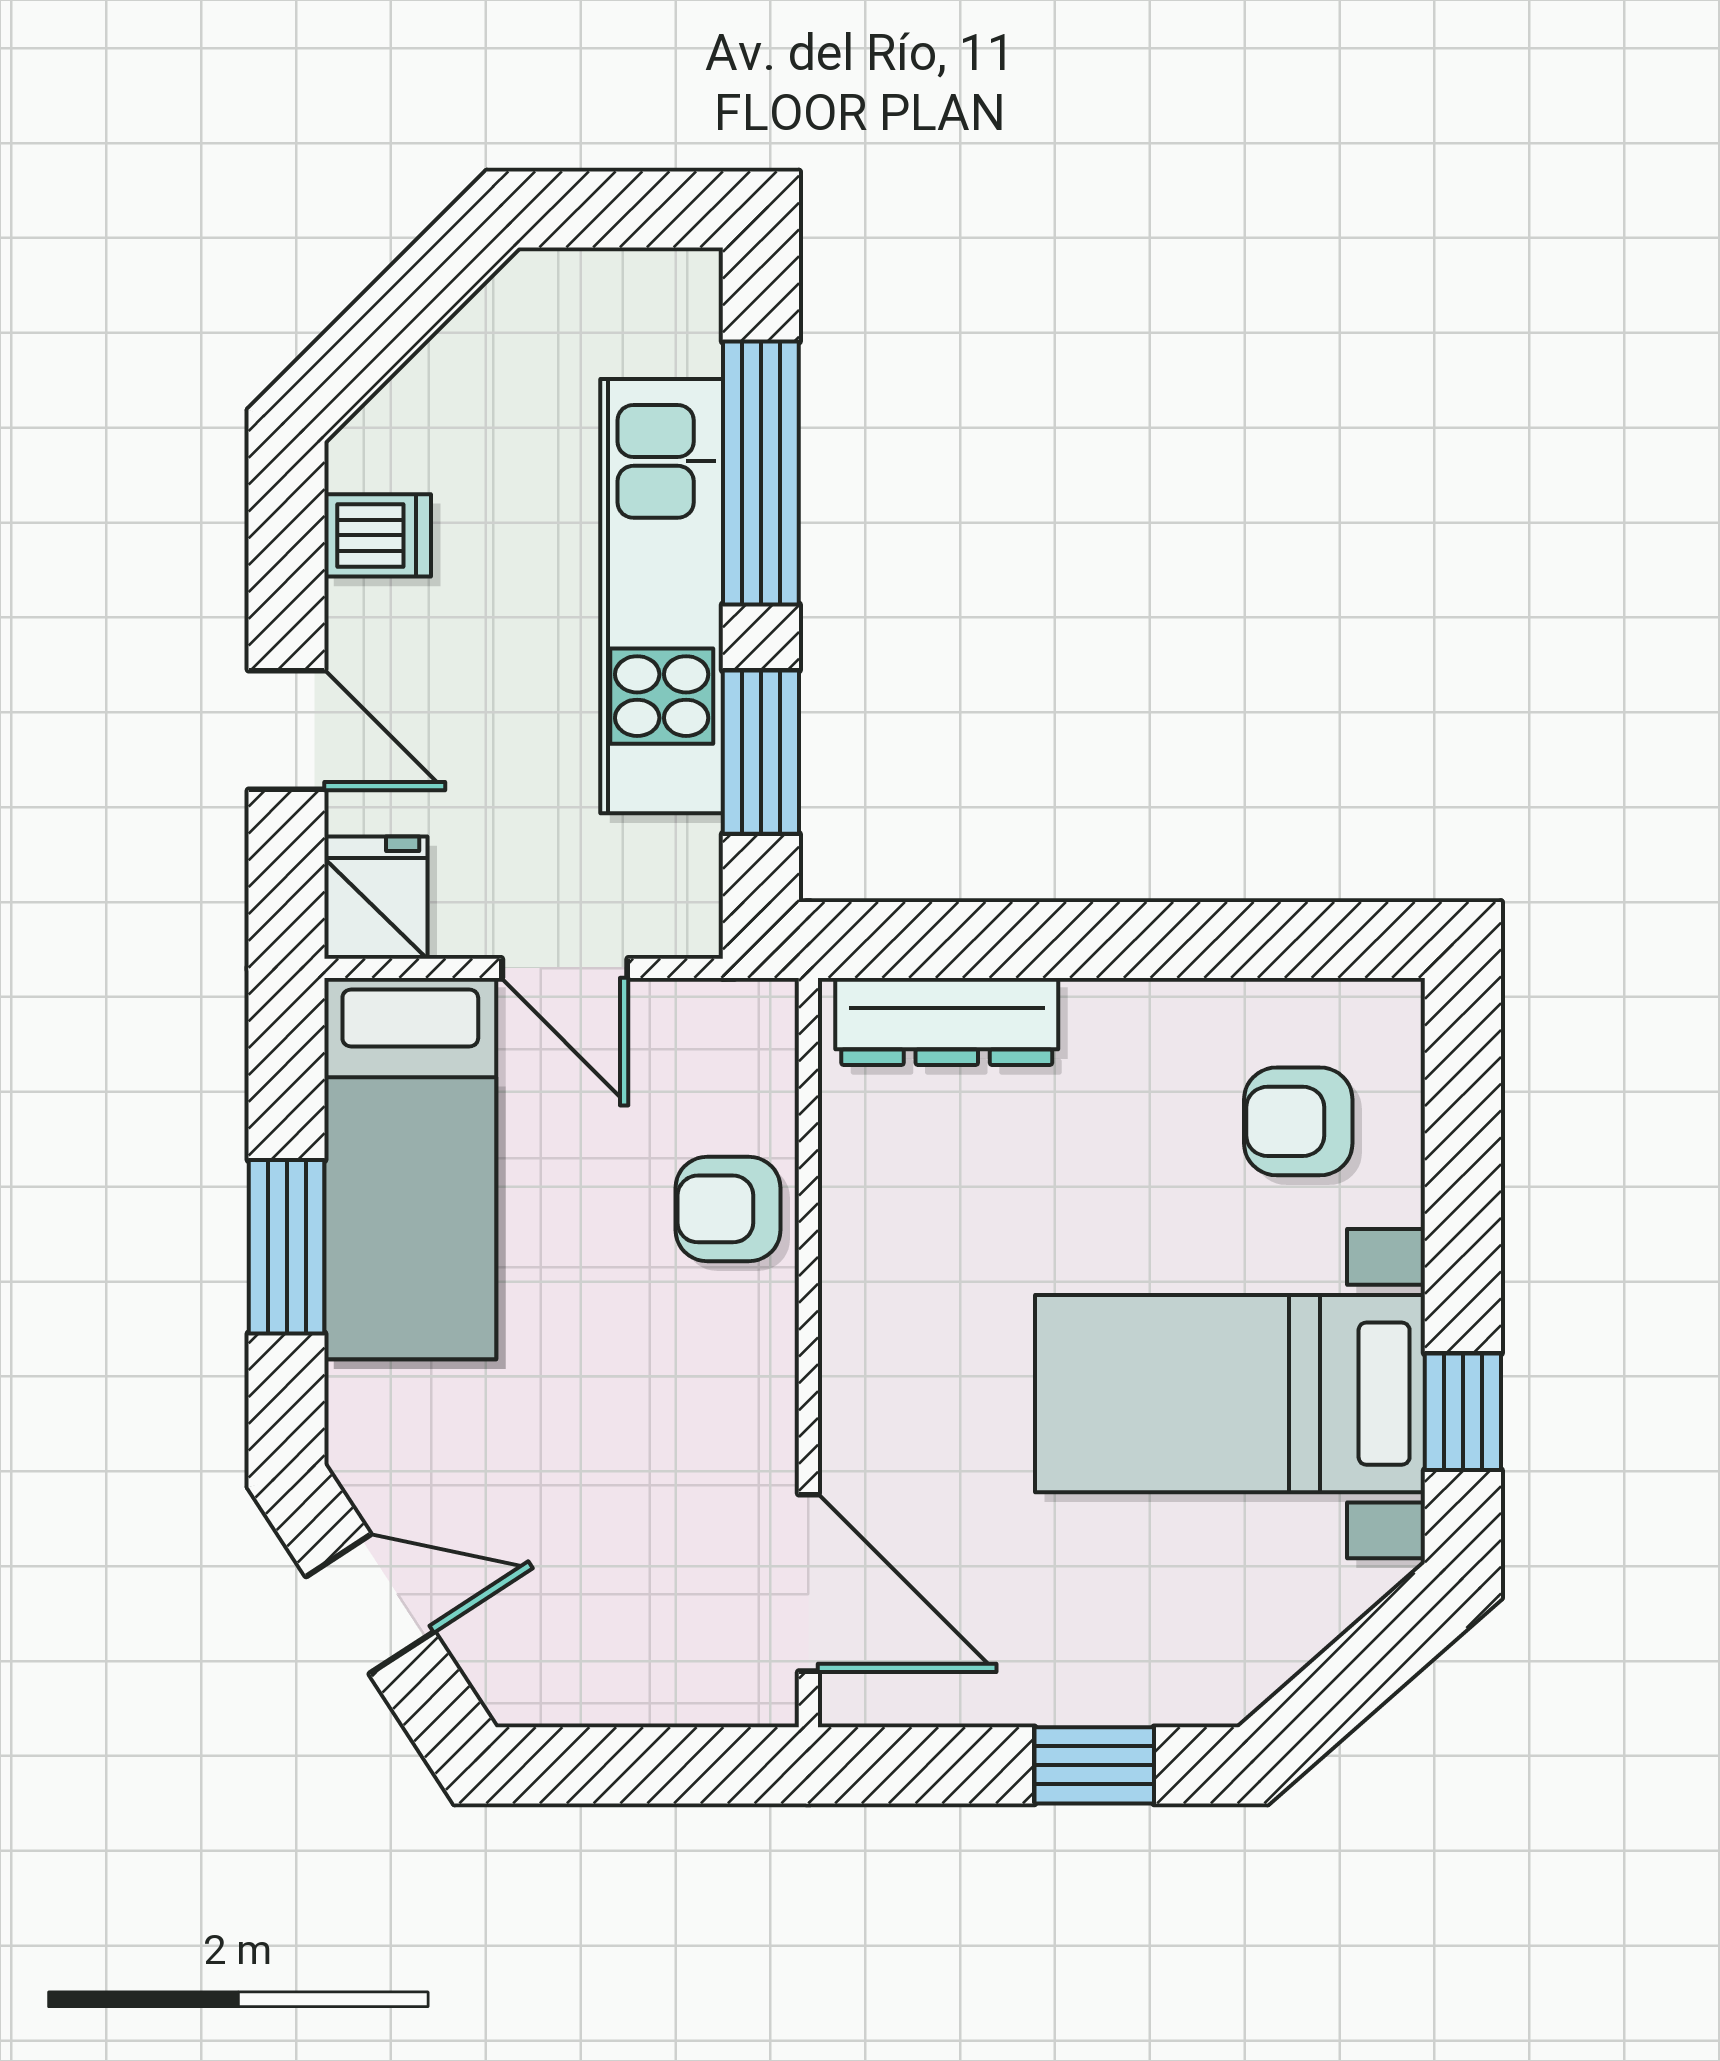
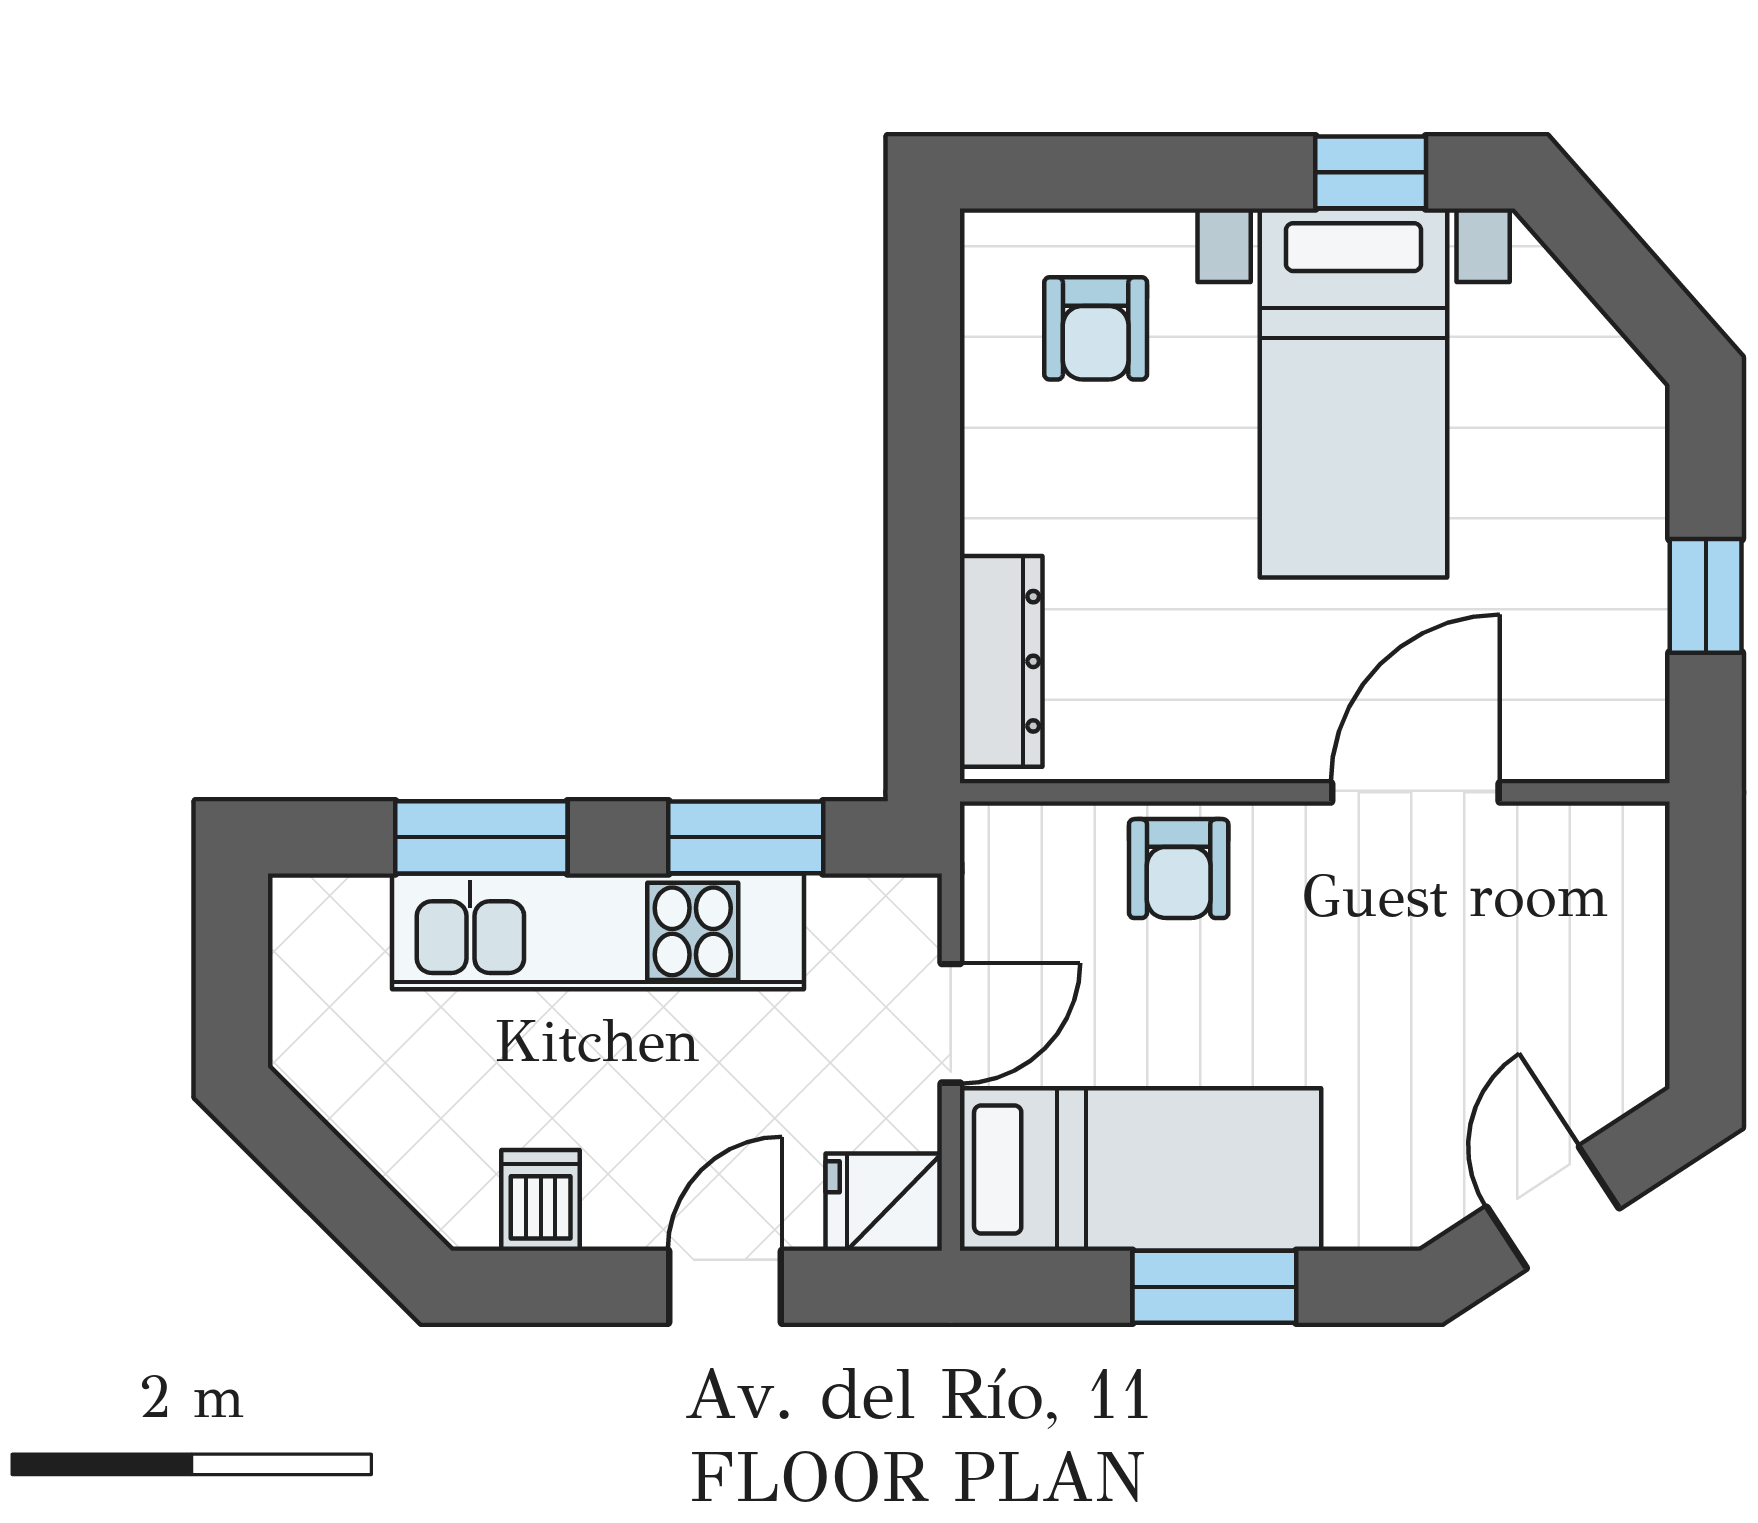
window: (761, 473) -> (481, 837), width x0.69
door: (808, 1583) -> (1415, 792), moved
window: (1094, 1765) -> (1706, 596), moved

